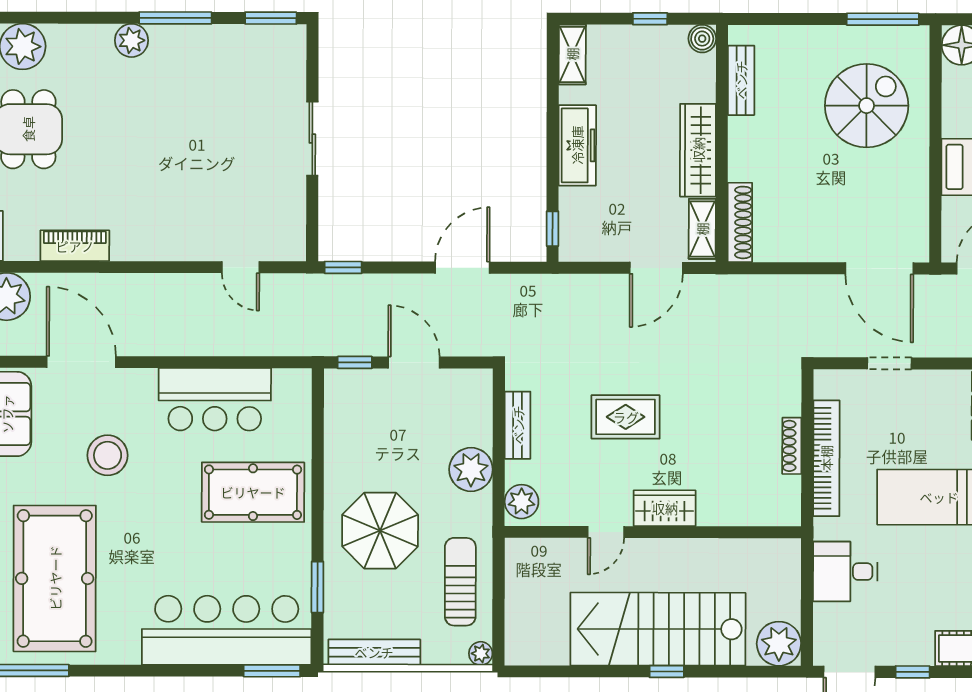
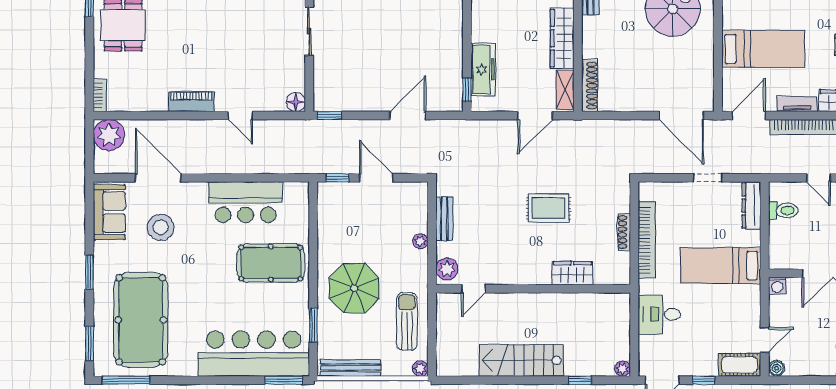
freezer: (577, 145) -> (483, 69), moved
piano: (75, 246) -> (191, 102), moved
floor lamp: (292, 247) -> (296, 102), added
door: (241, 267) -> (240, 116), moved
doorway: (889, 363) -> (708, 178), moved
rug: (626, 417) -> (549, 208), moved
stool: (108, 455) -> (161, 227), moved
plant: (471, 469) -> (420, 241), width x0.53, depth x0.53
wardrobe: (665, 508) -> (572, 273), moved
door: (606, 532) -> (473, 289), moved
stairs: (658, 629) -> (521, 360), width x0.73, depth x0.66
plant: (779, 644) -> (623, 369), width x0.53, depth x0.53
window: (667, 672) -> (580, 380), moved

